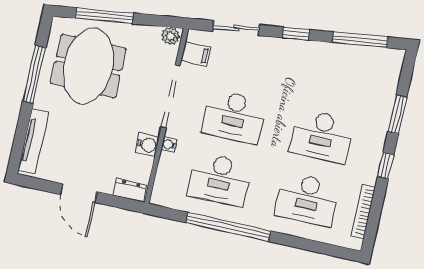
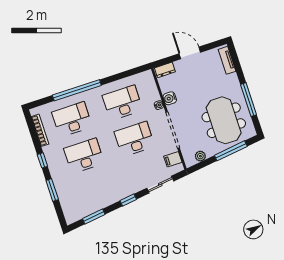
plant: (170, 36) -> (200, 156), moved
window: (360, 40) -> (94, 216), width x0.69
tv unit: (33, 141) -> (227, 60), width x0.71
window: (228, 227) -> (77, 90), moved

